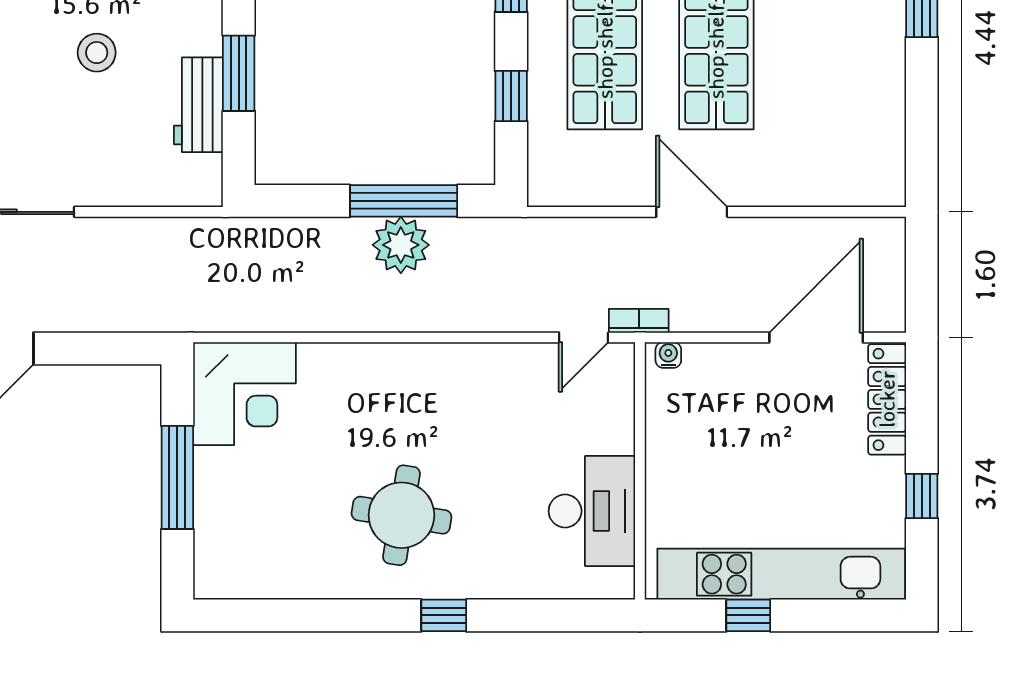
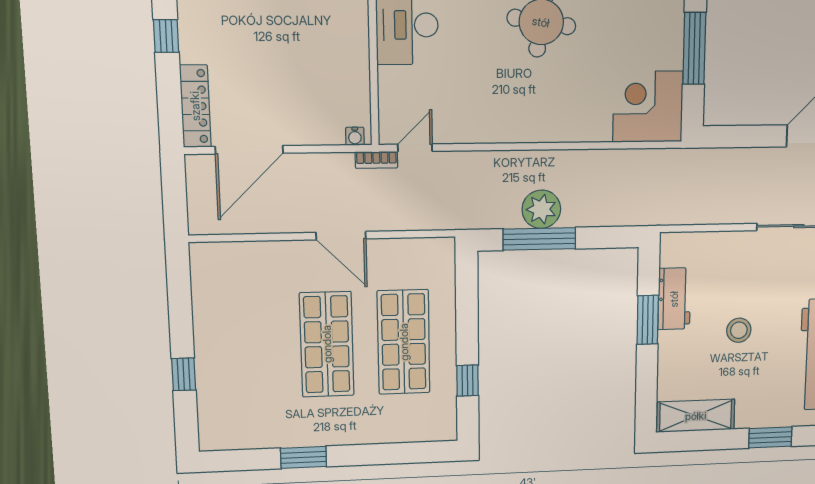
window: (511, 96) -> (467, 310), removed

